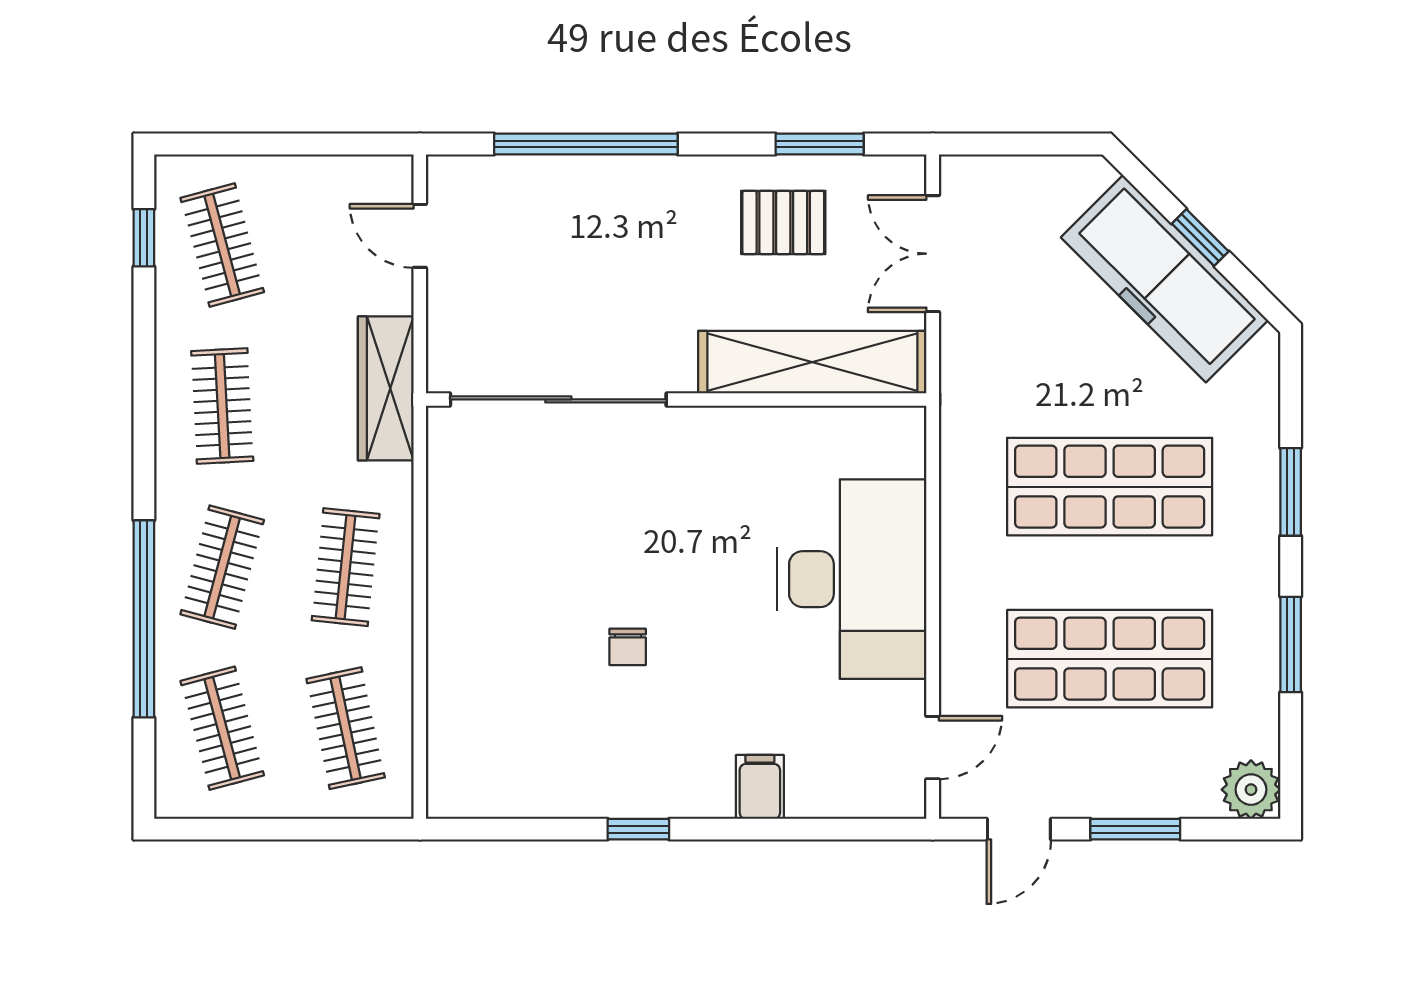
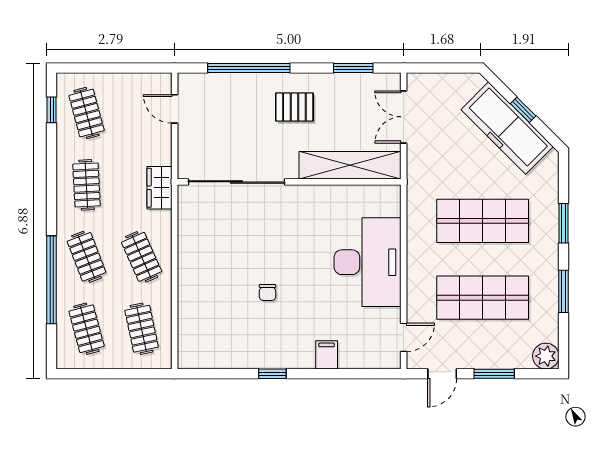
pallet: (783, 222) -> (294, 107), moved
wardrobe: (386, 388) -> (160, 188), width x0.67
clothes rail: (222, 567) -> (87, 257), turned -36
clothes rail: (346, 567) -> (142, 257), turned -30

